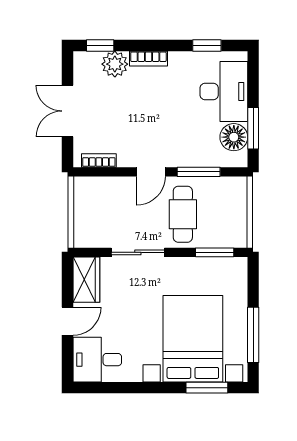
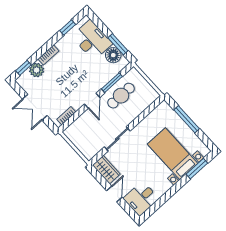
cafe table: (183, 214) -> (121, 96), moved, turned 90
window: (215, 252) -> (149, 110), removed
window: (253, 335) -> (187, 119), moved
bed with nightstands: (193, 339) -> (173, 154), width x0.73

